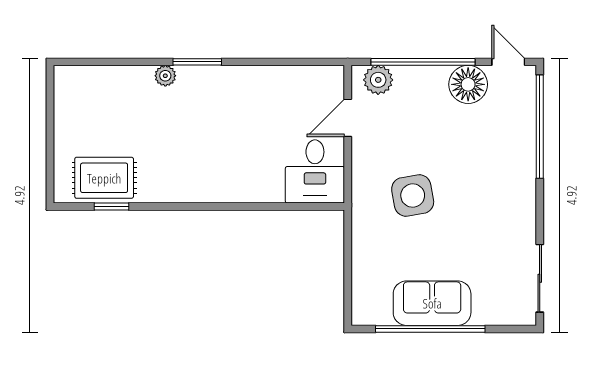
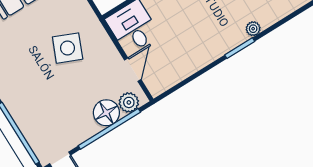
floor lamp: (468, 84) -> (106, 113), moved
side table: (413, 195) -> (68, 48), turned 33

